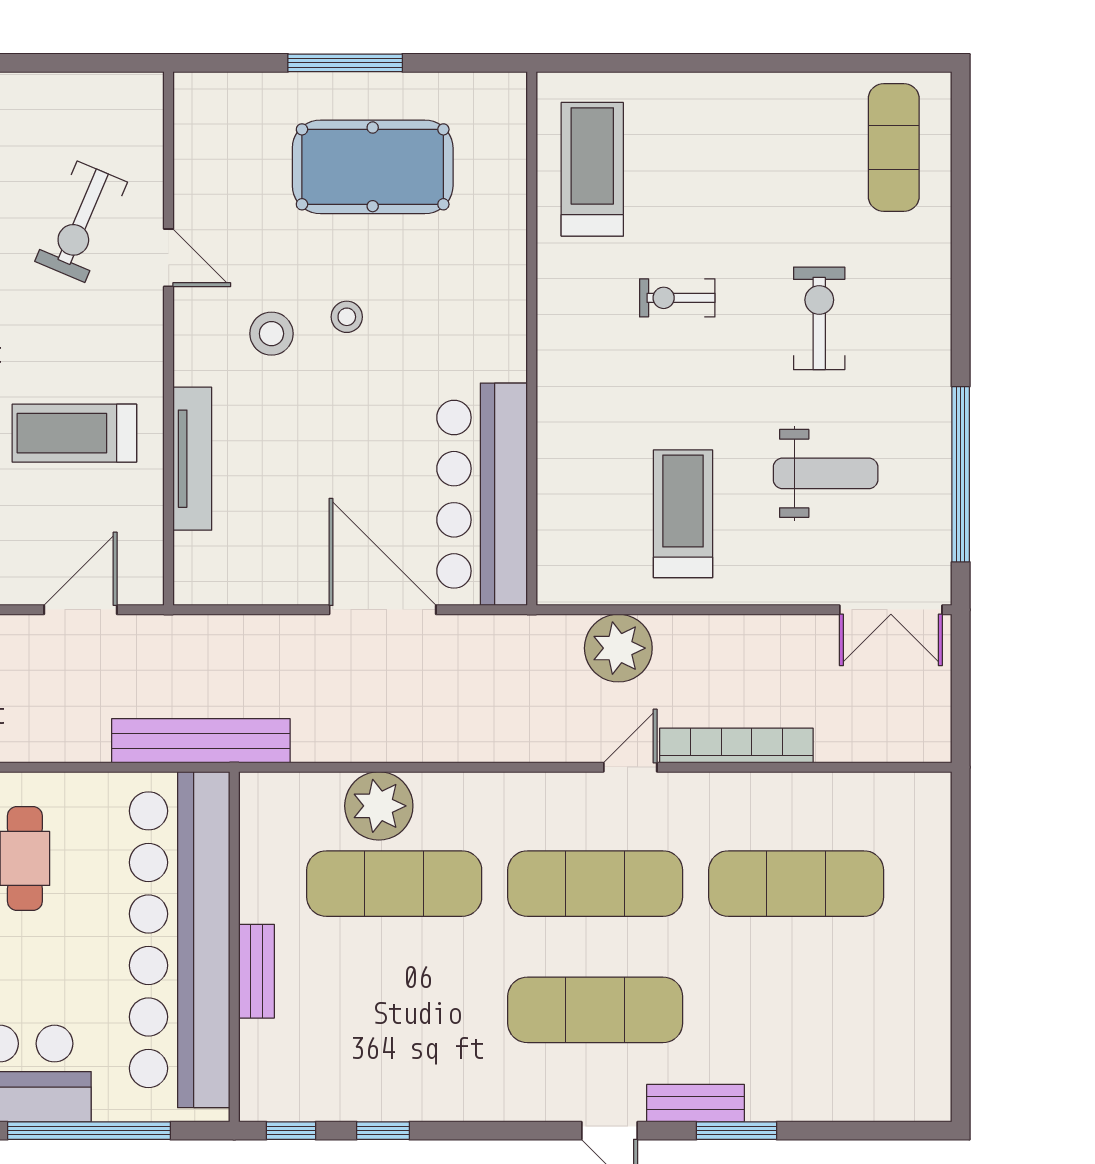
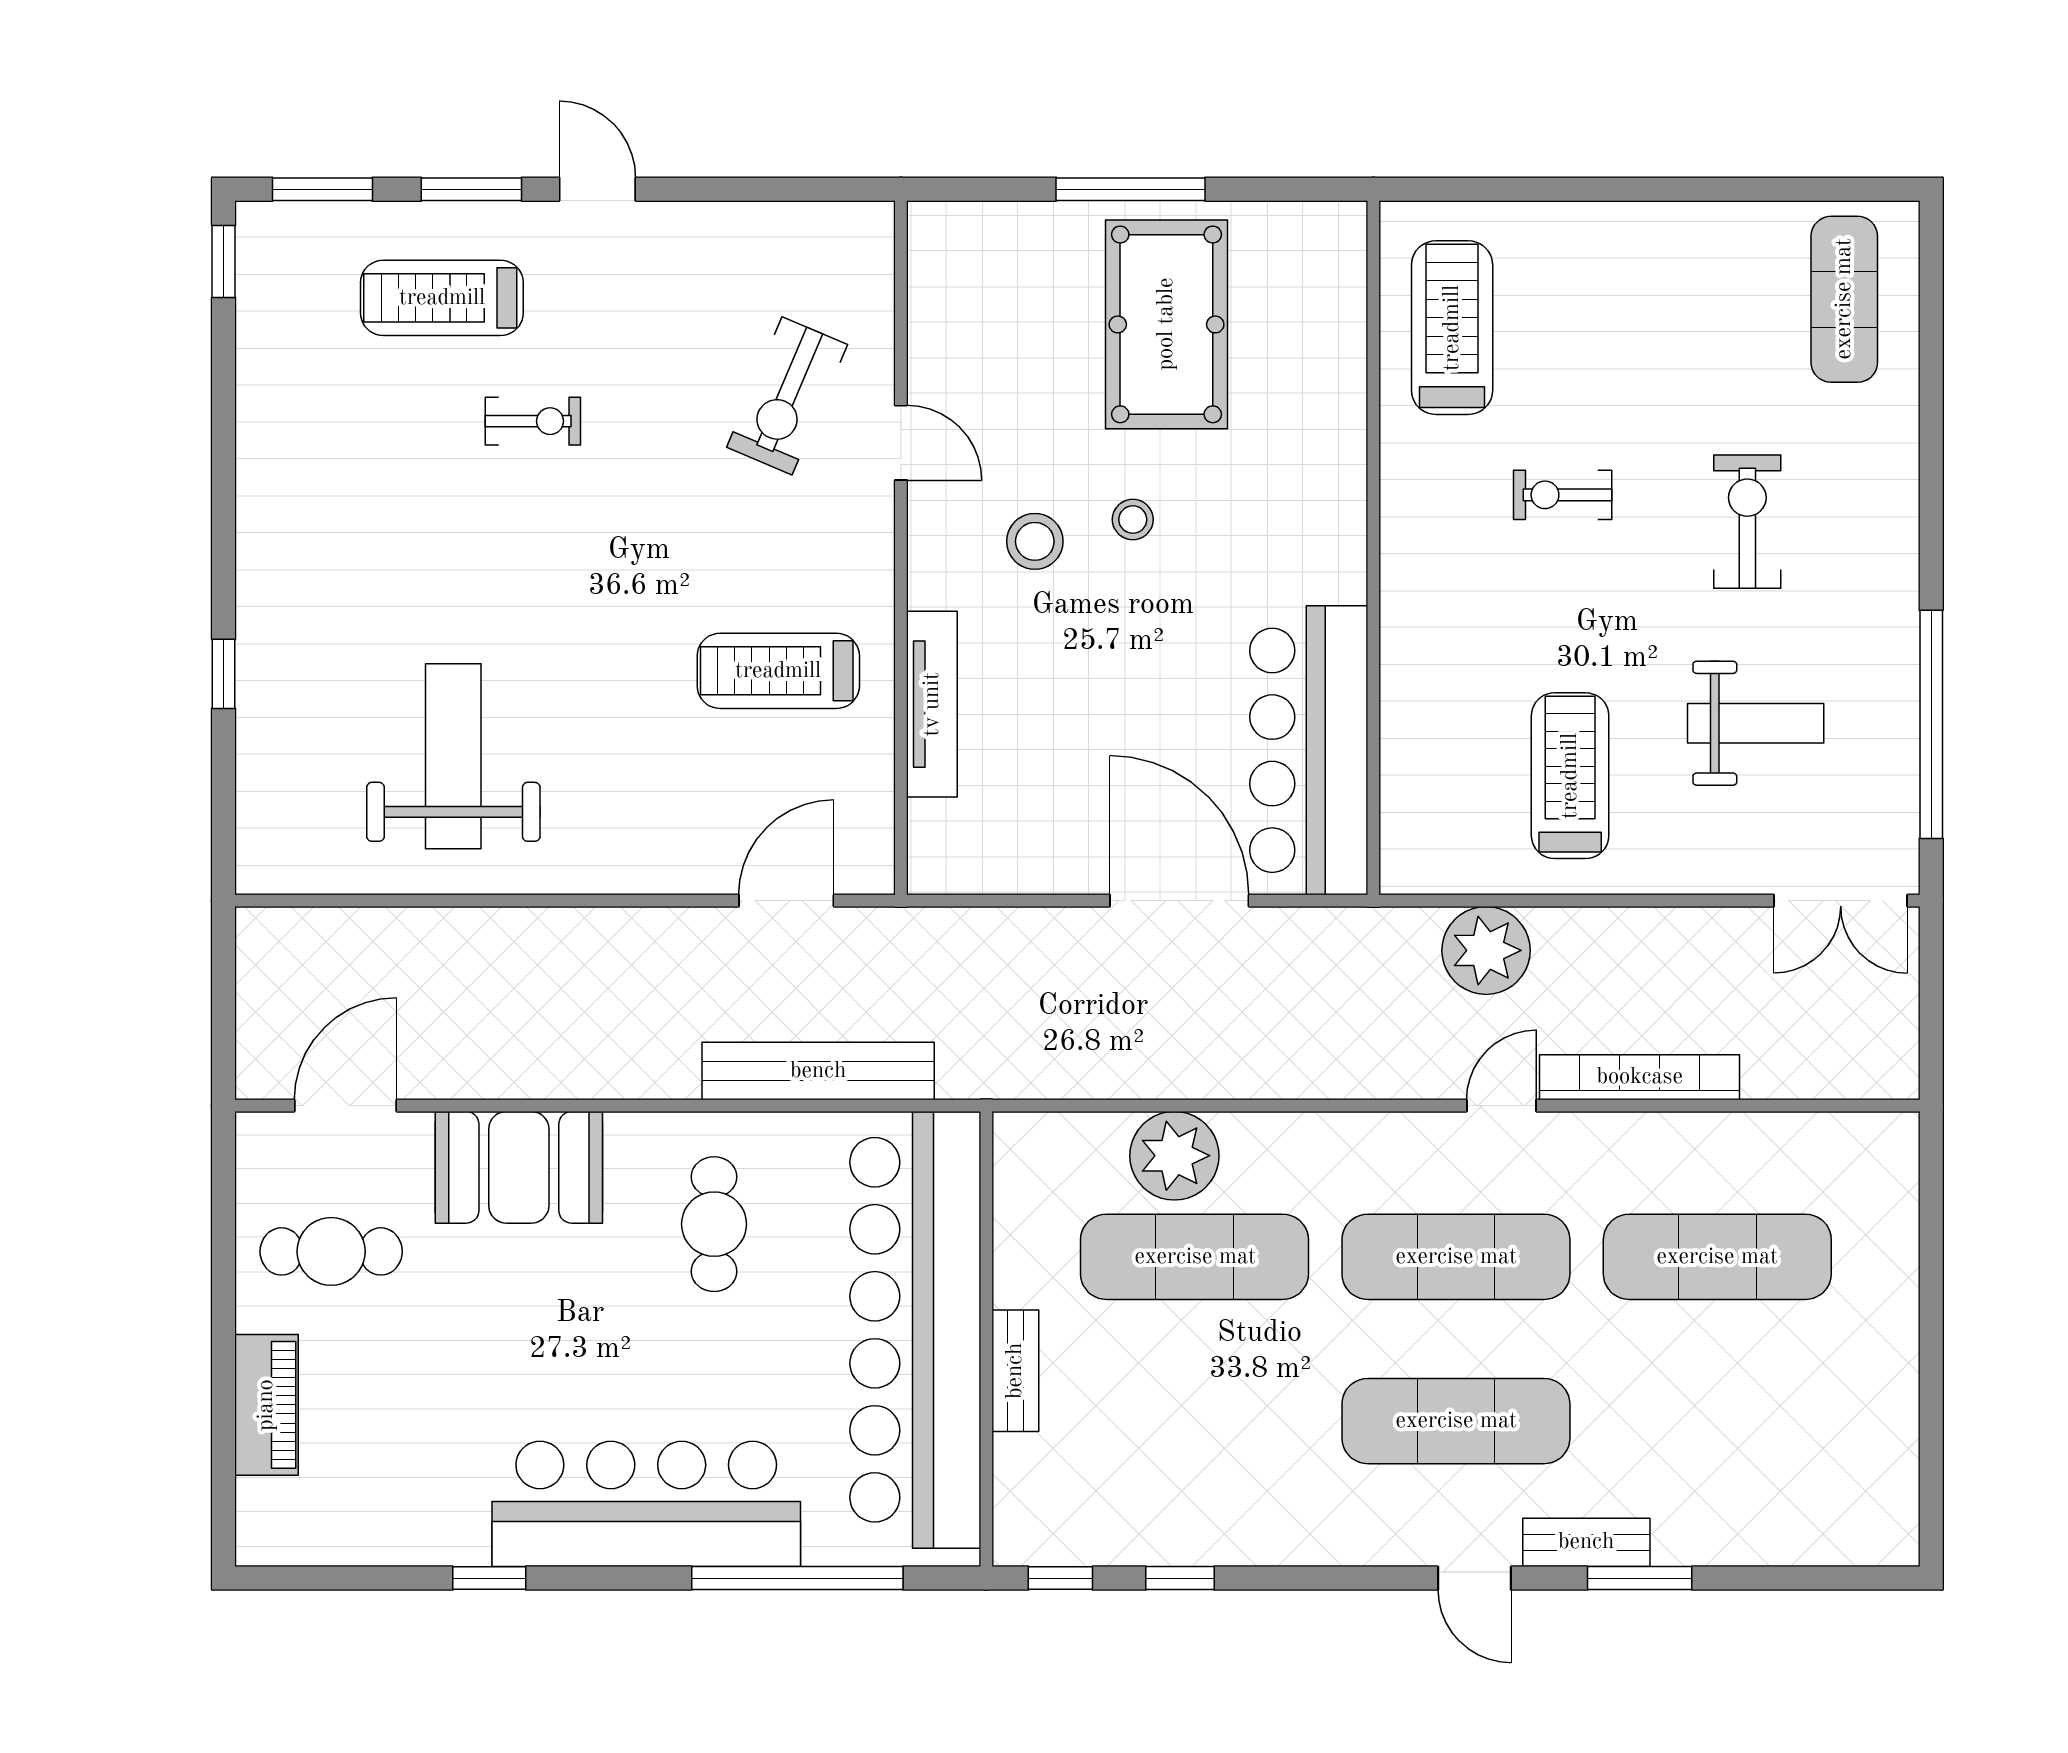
pool table: (373, 167) -> (1166, 324), turned 90
bench: (201, 741) -> (818, 1071), moved

